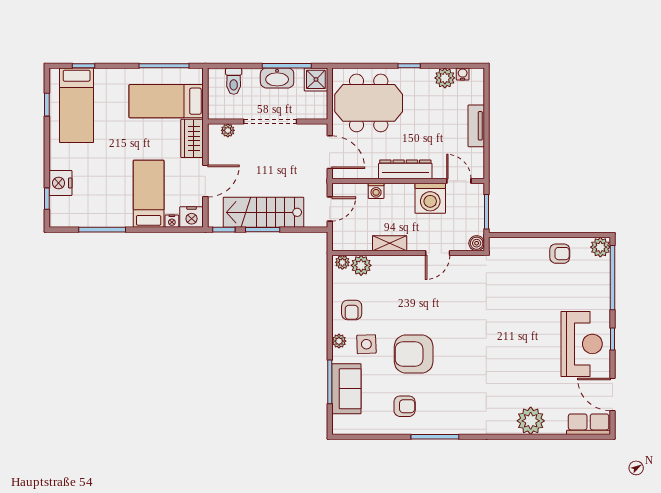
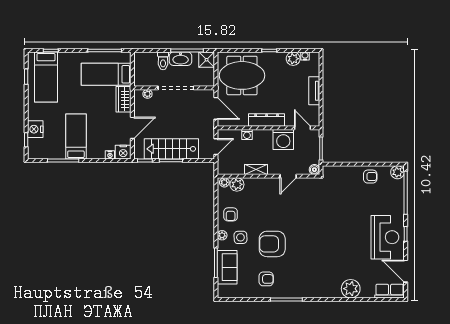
toilet: (234, 81) -> (163, 61), moved
bed: (149, 194) -> (76, 136), moved

